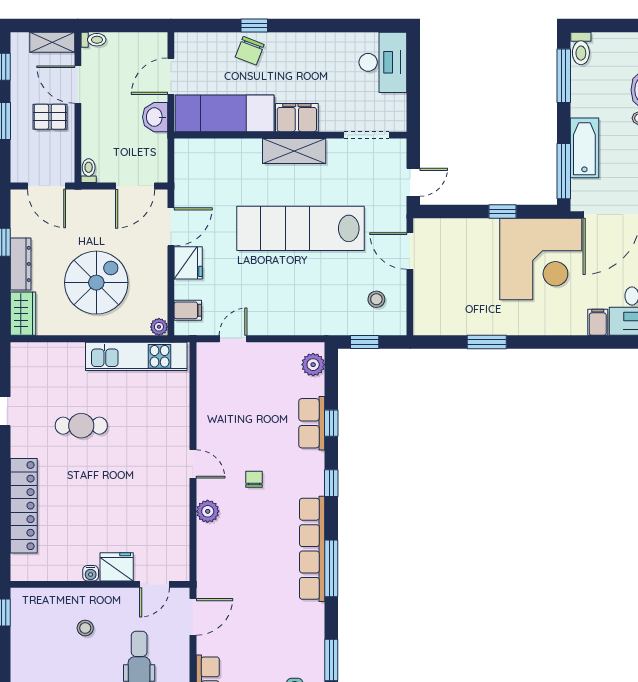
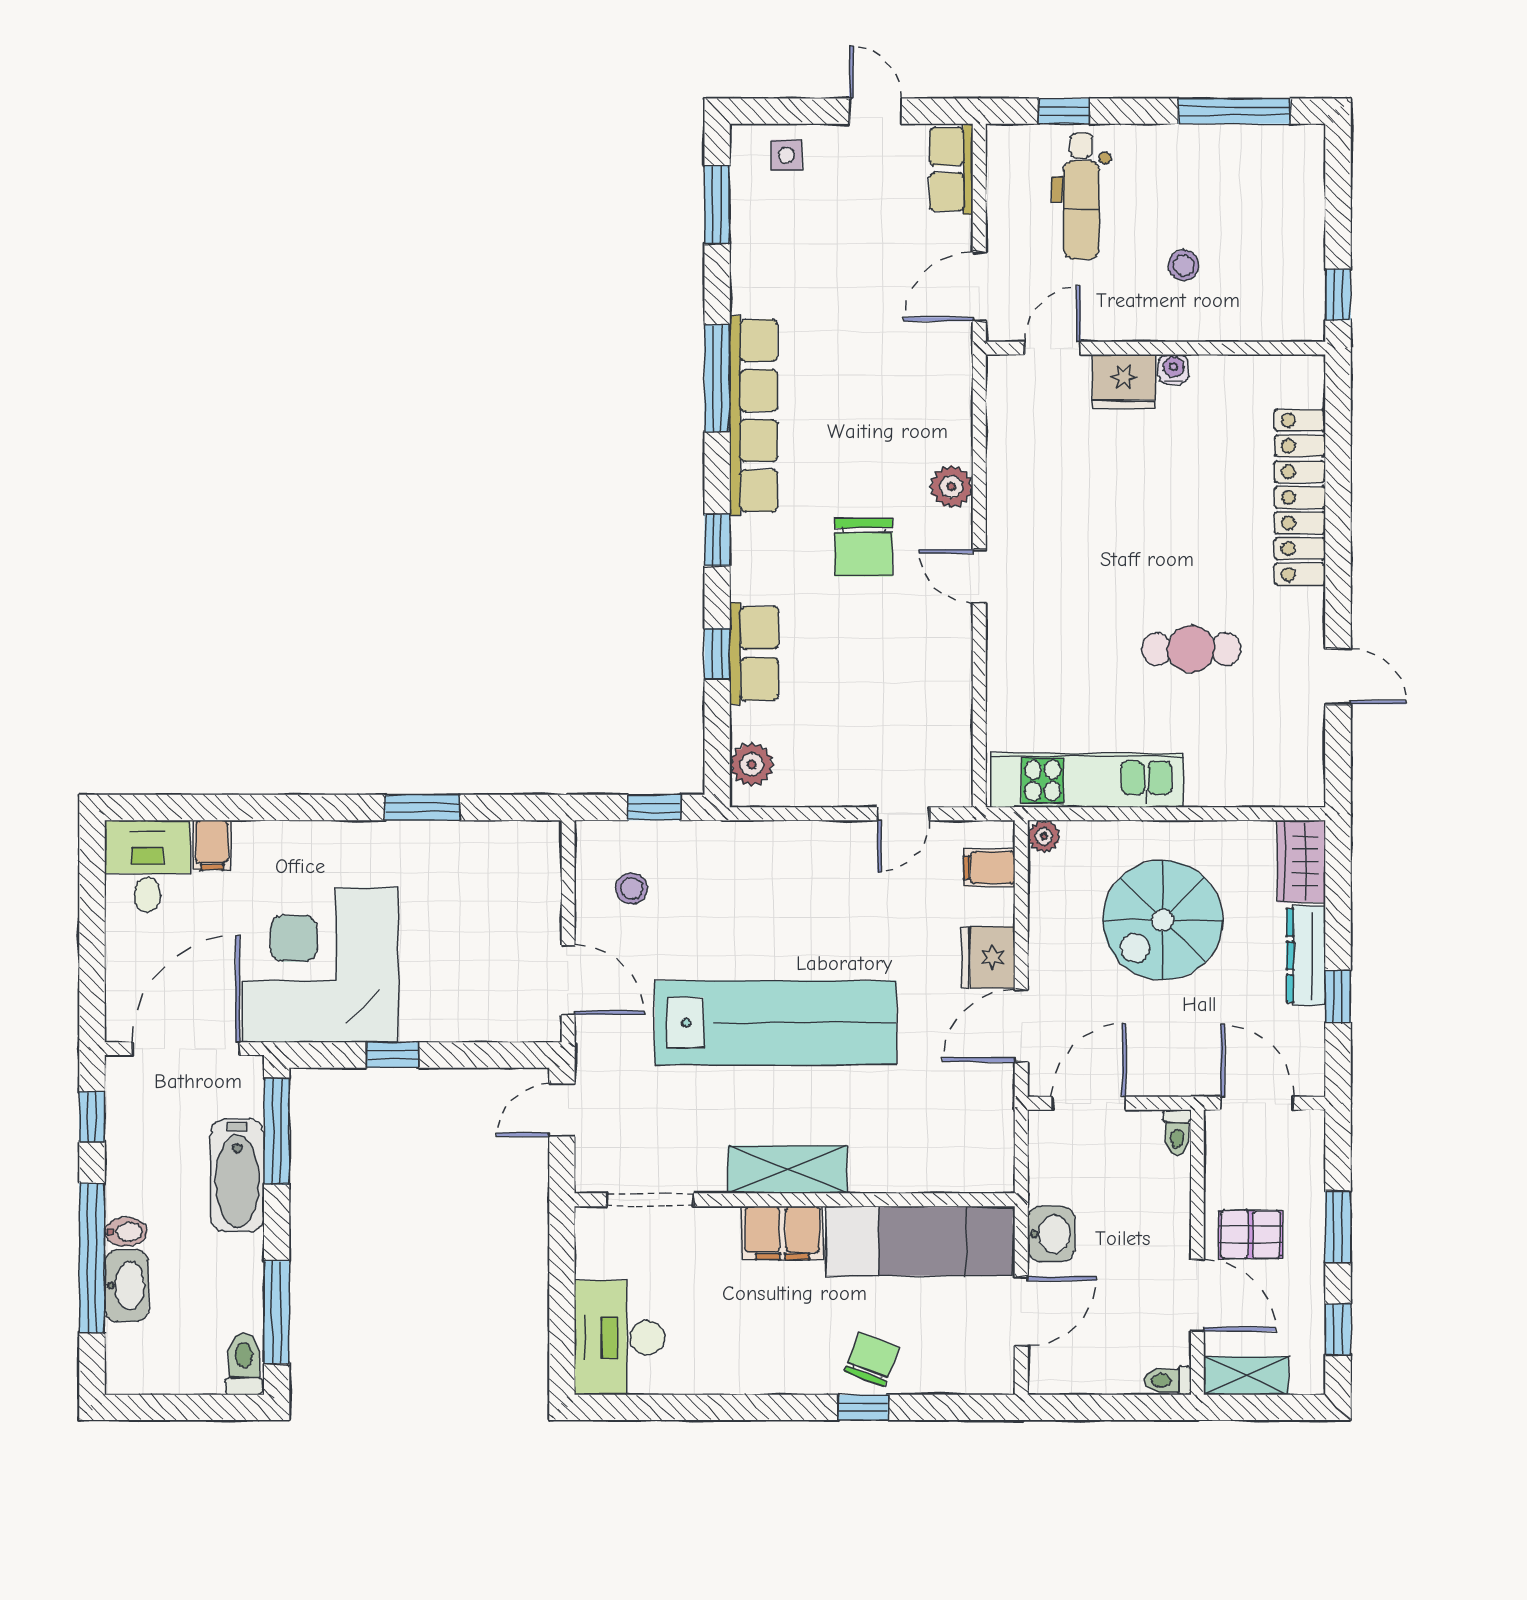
chair: (254, 479) -> (864, 548), width x1.87, depth x1.87

